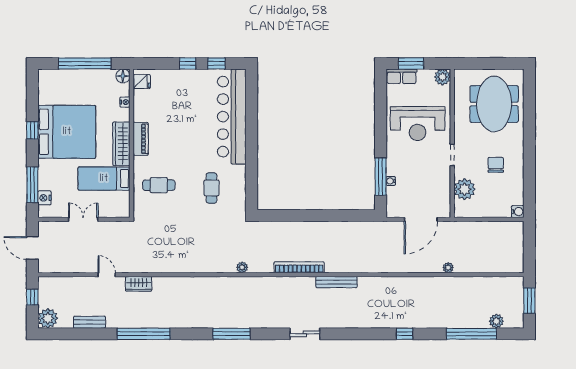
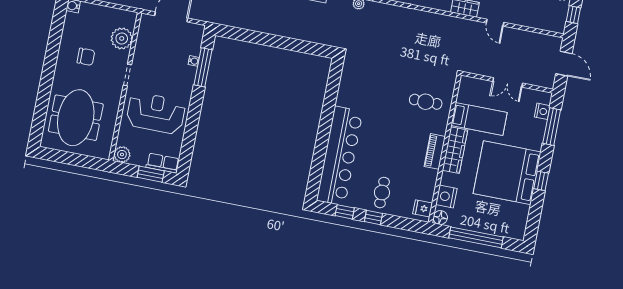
nightstand: (125, 102) -> (446, 197), width x1.89, depth x1.79
chair: (496, 165) -> (86, 57), turned -90
cafe table: (211, 188) -> (382, 193), moved

